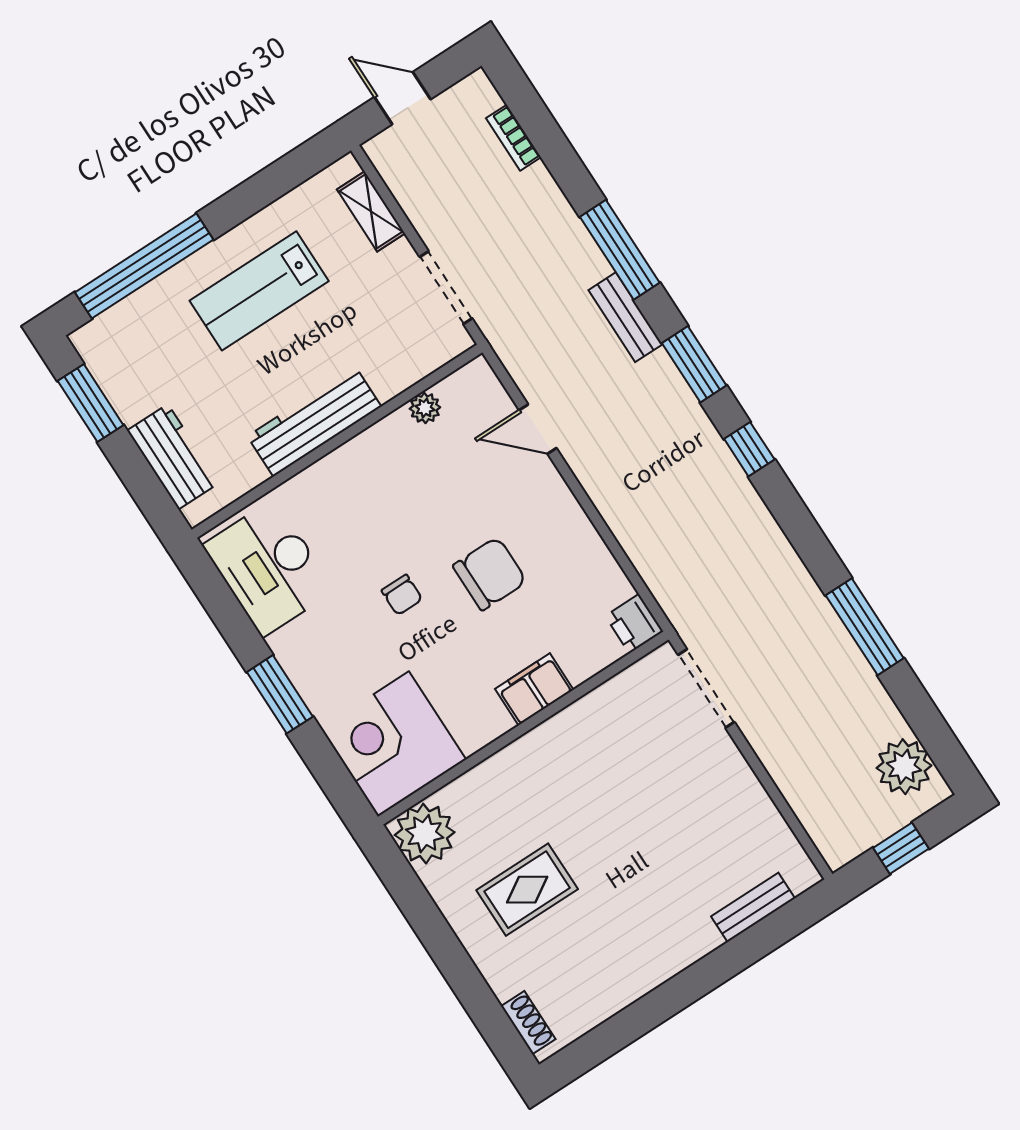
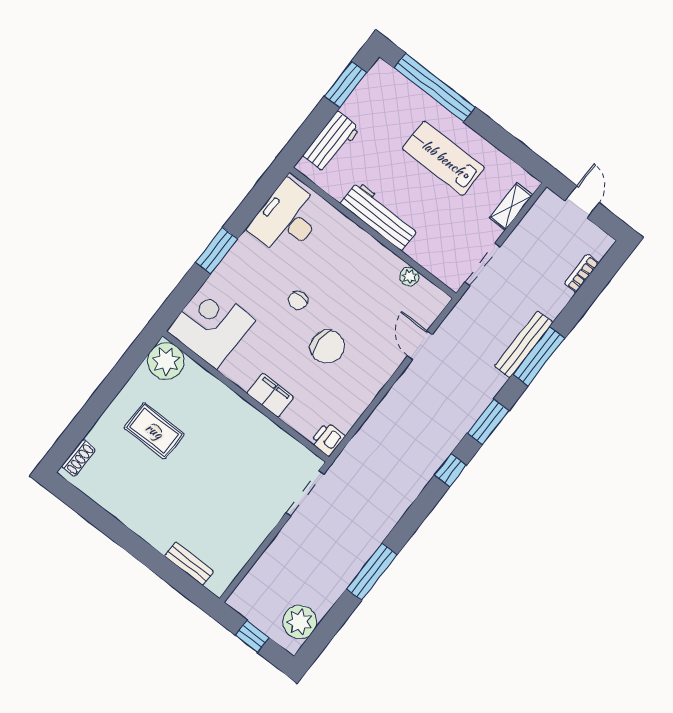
bench: (625, 317) -> (524, 344), moved, width x1.36

